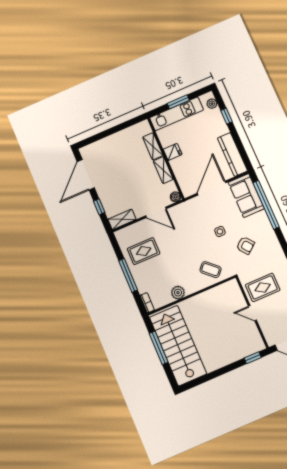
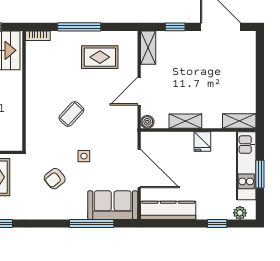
shelving: (153, 146) -> (239, 121), moved
window: (266, 205) -> (92, 224), width x0.68
rug: (144, 251) -> (100, 57), turned 90
coffee table: (210, 270) -> (71, 114), moved
plant: (178, 293) -> (34, 77), removed

